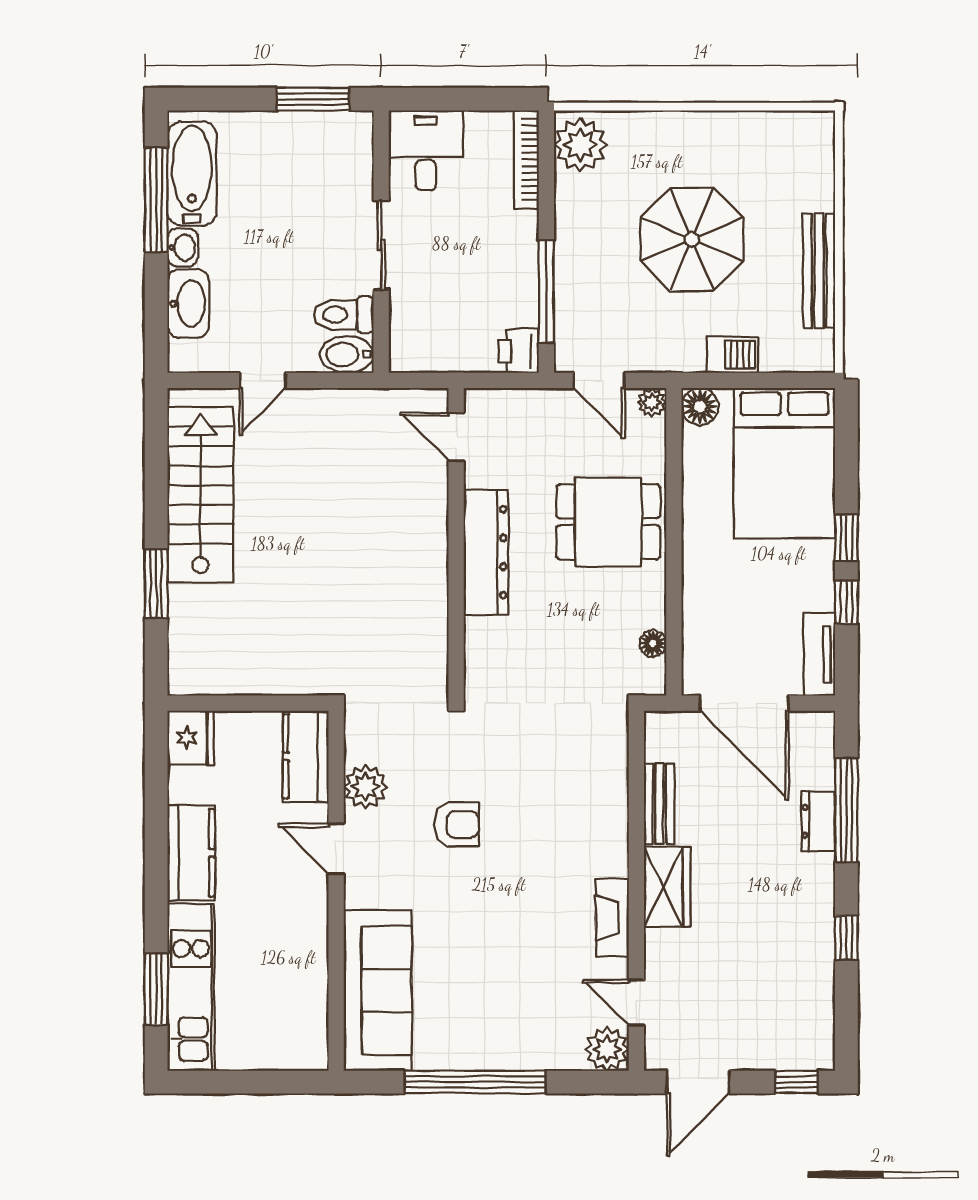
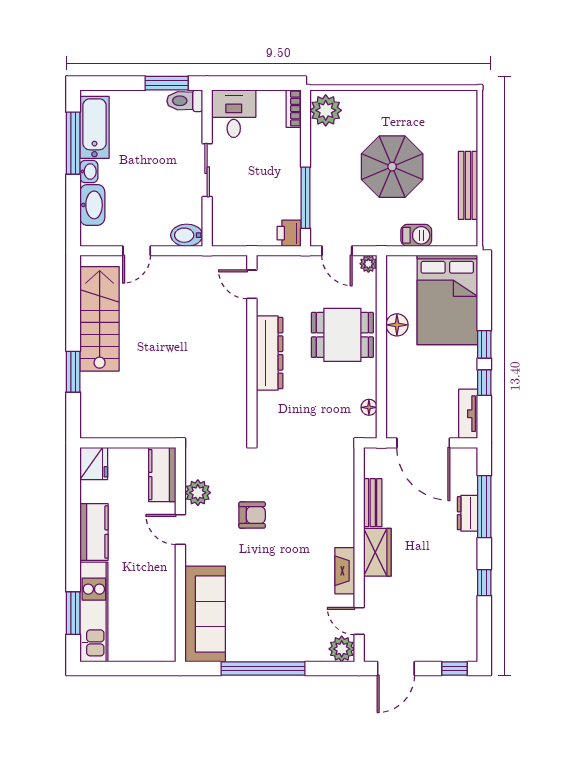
bookcase: (526, 159) -> (294, 109), width x0.64
toilet: (344, 315) -> (185, 101), moved
floor lamp: (700, 407) -> (397, 325), moved

